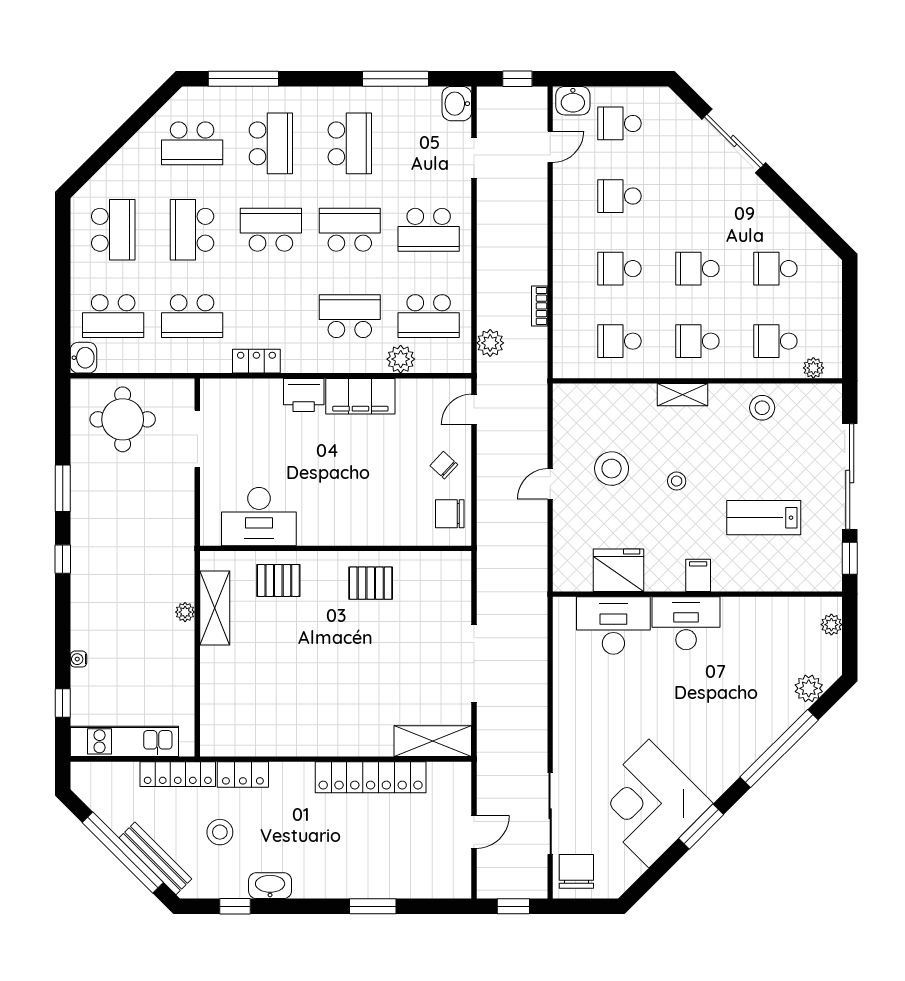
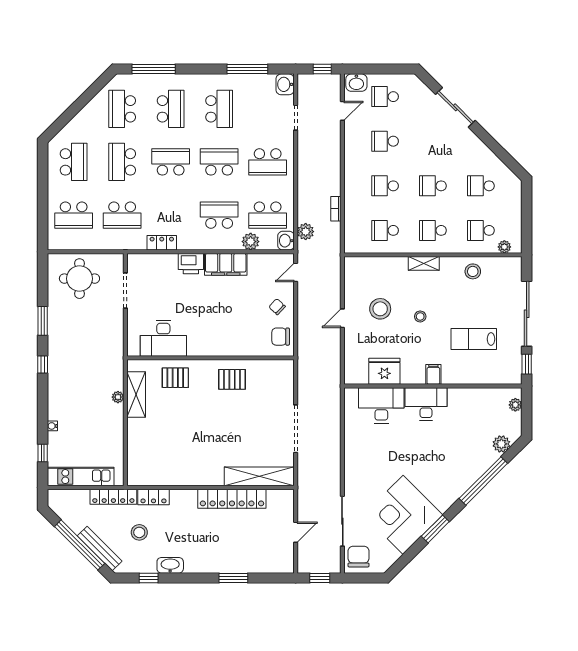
school desk: (192, 143) -> (122, 109), turned 90
washbasin: (83, 358) -> (286, 241), moved, turned 180
shelving: (433, 741) -> (259, 476), width x1.47

